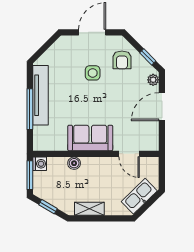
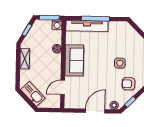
tv unit: (41, 95) -> (87, 26), moved
door: (162, 107) -> (95, 111), hinge flipped

